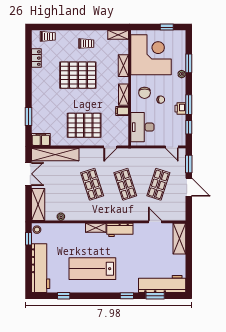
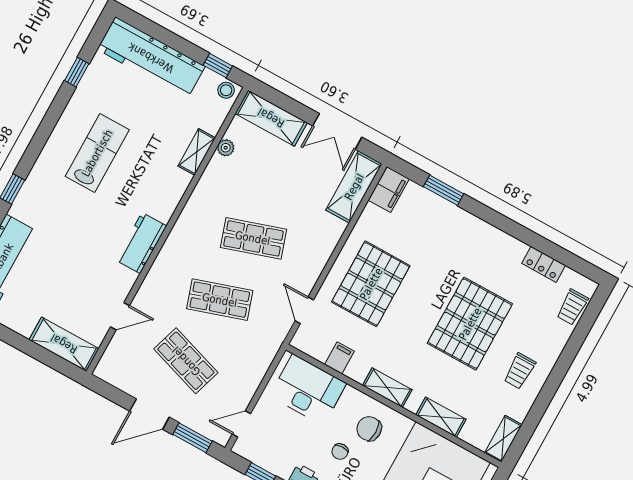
filing cabinet: (122, 111) -> (339, 358), moved
shelving: (55, 154) -> (354, 187), width x0.68
shelving: (96, 228) -> (197, 152), moved
lab bench: (92, 269) -> (97, 153), width x0.73, depth x0.72

